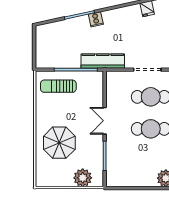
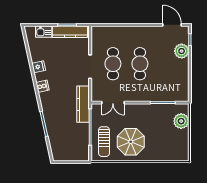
cooker: (96, 19) -> (42, 86), moved
double door: (105, 121) -> (113, 103), moved
parasol: (59, 143) -> (131, 142), moved

